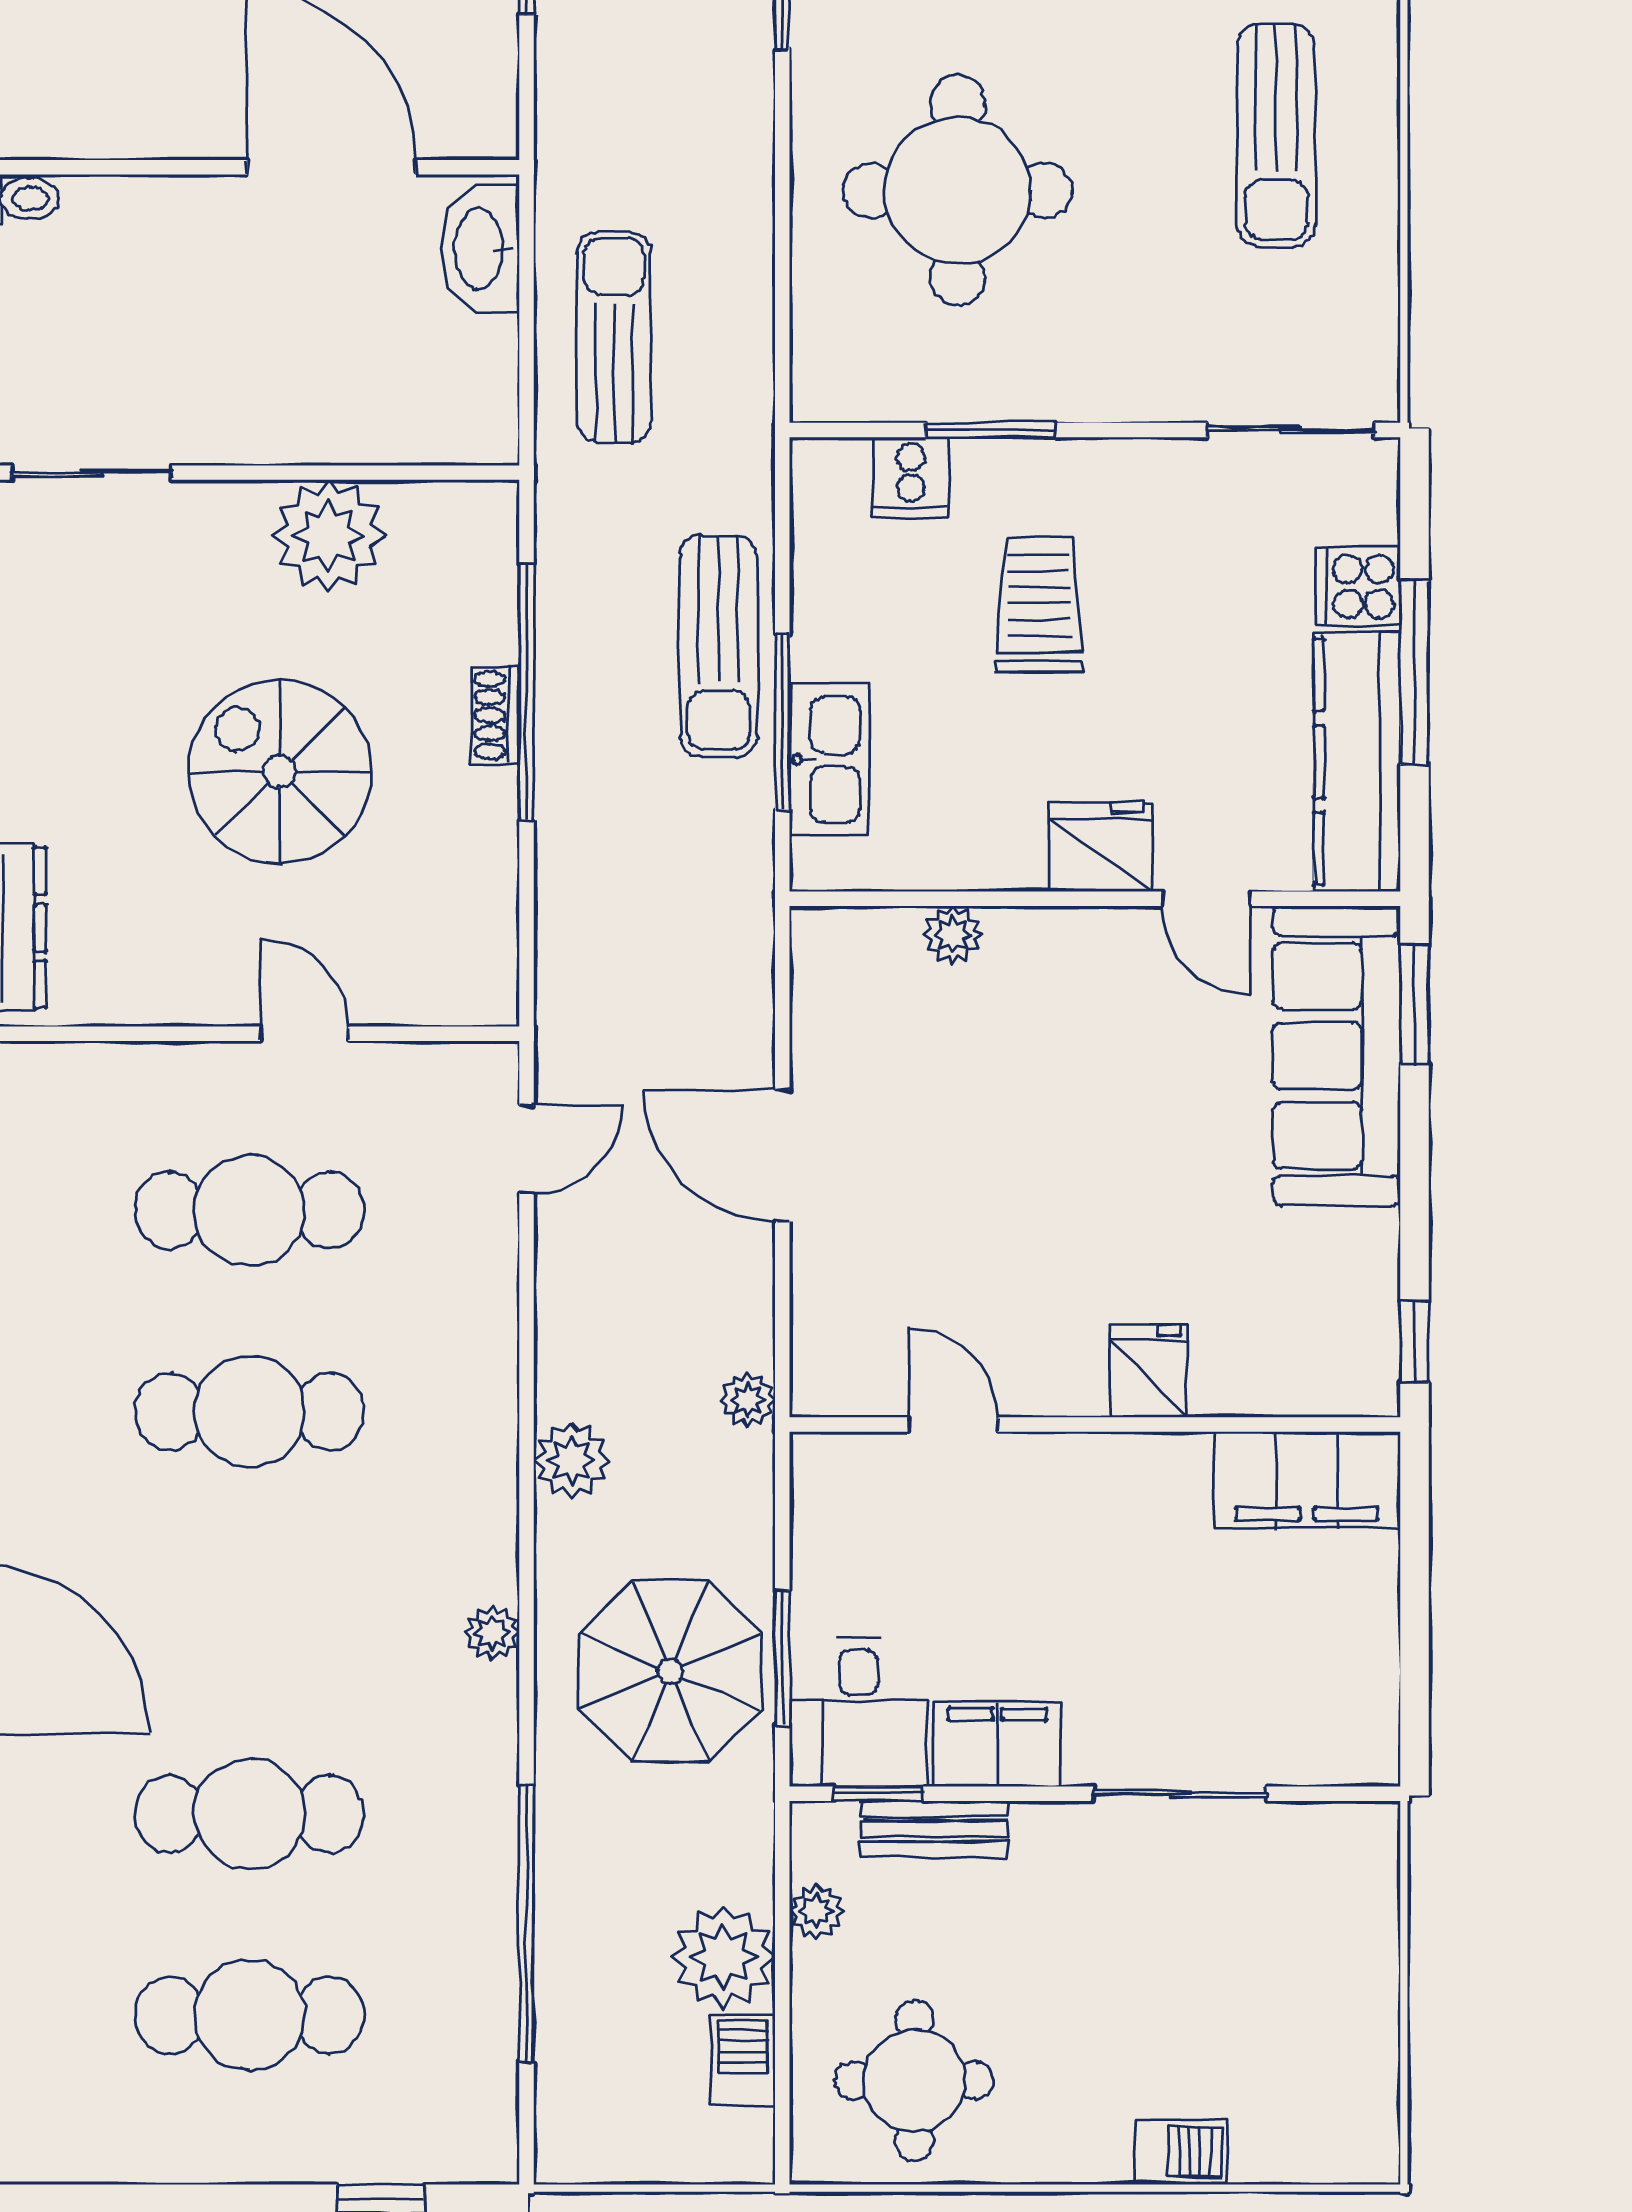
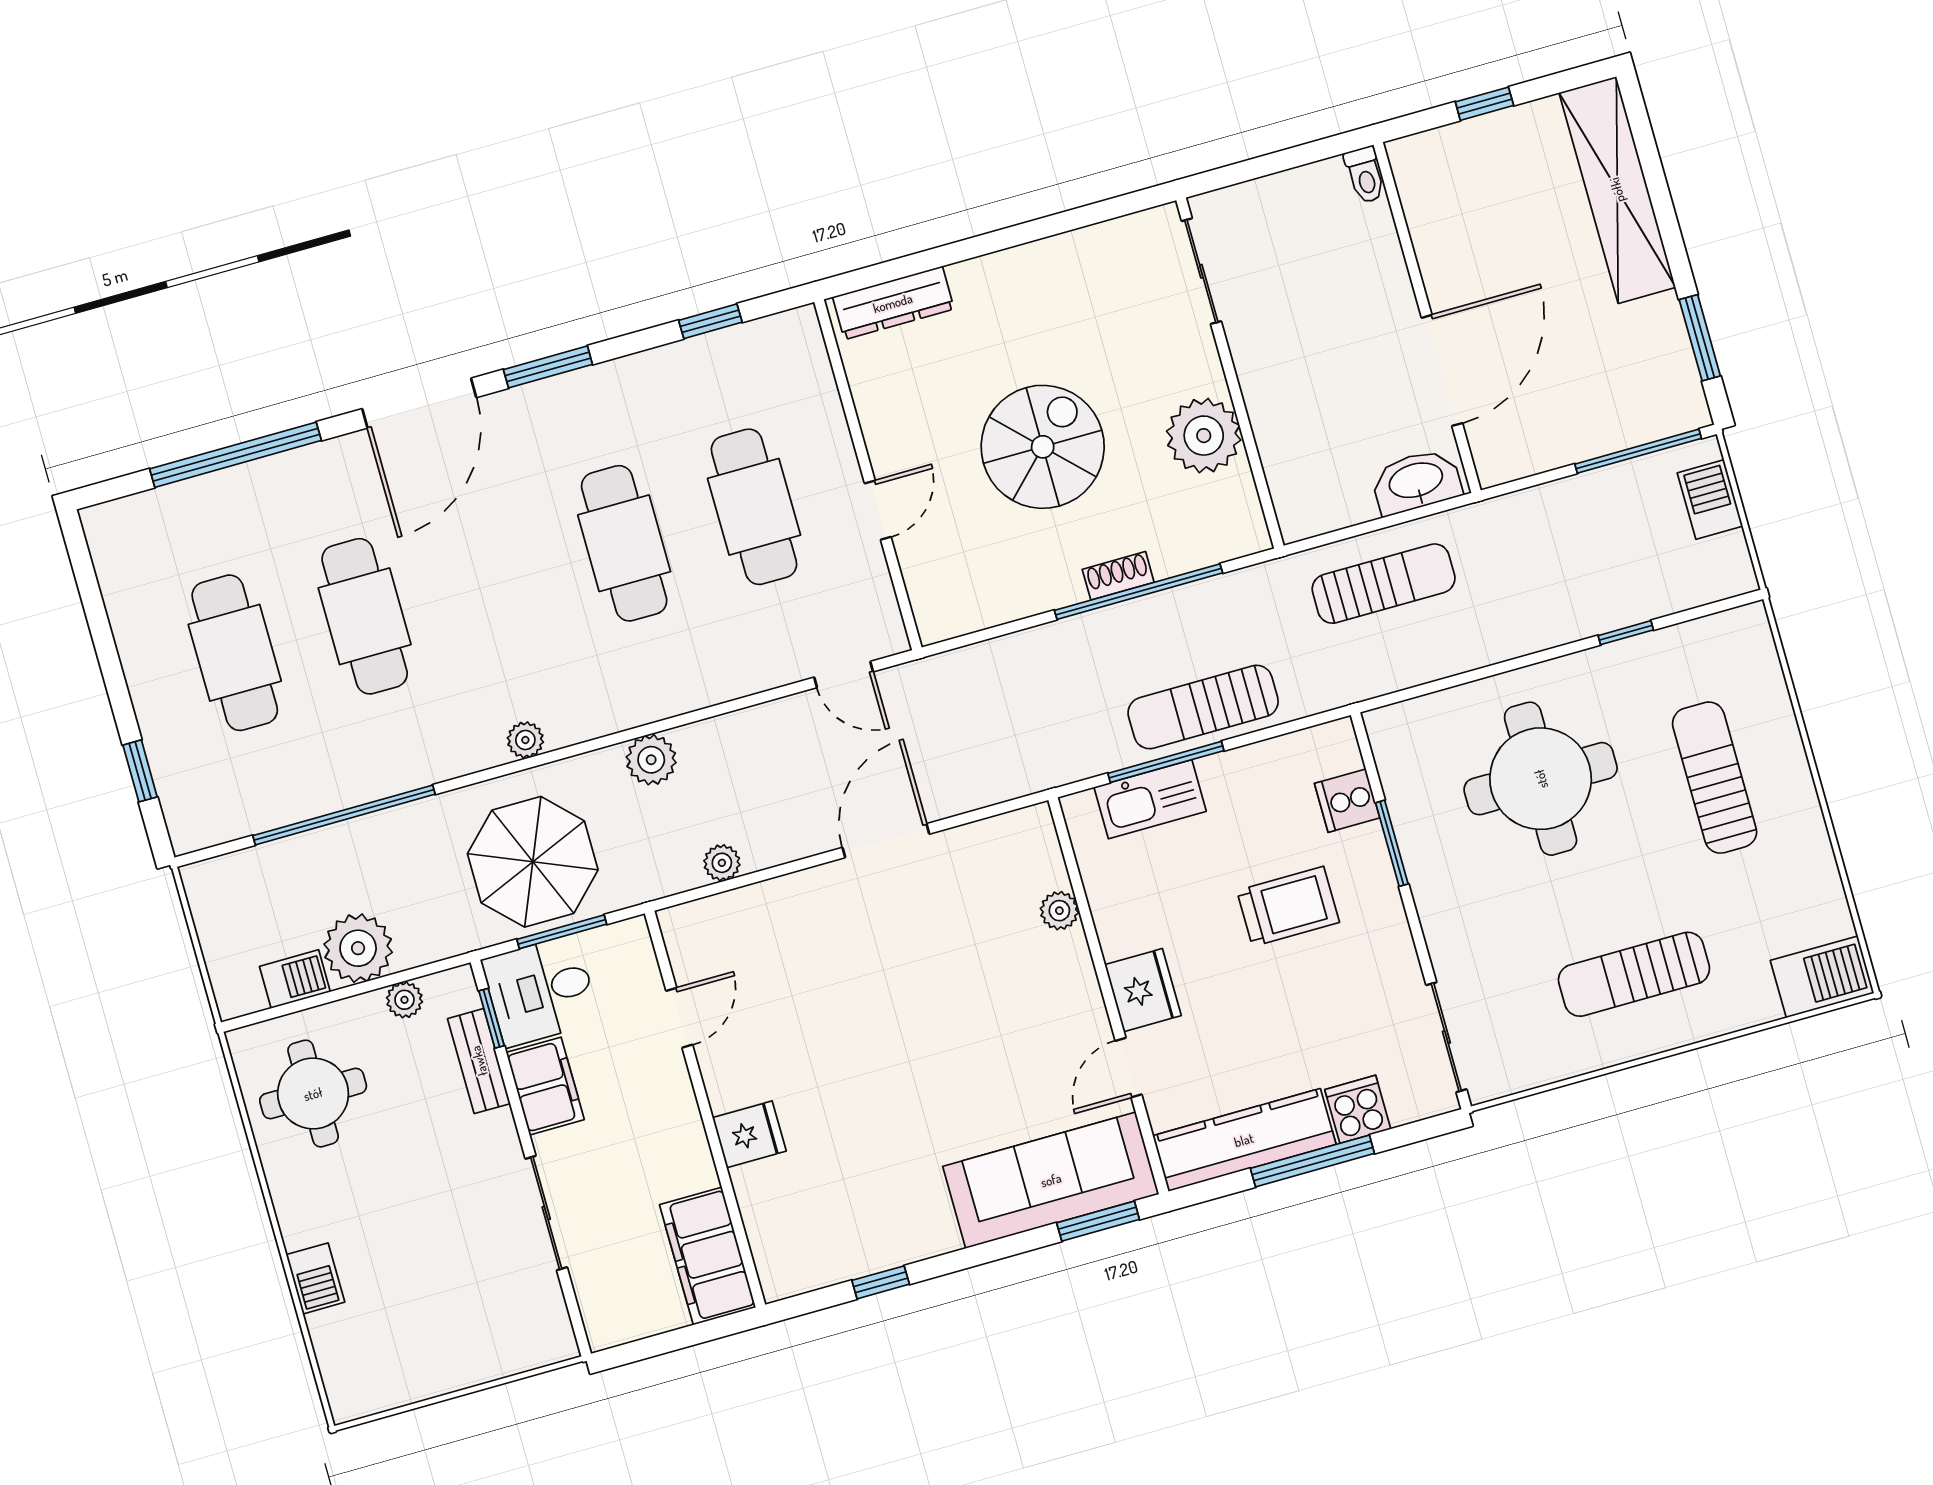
fridge: (1149, 1371) -> (749, 1134), moved
door: (953, 1424) -> (679, 1018), moved
wall: (1095, 1424) -> (705, 1109), moved
filing cabinet: (1307, 1480) -> (708, 1256), moved

